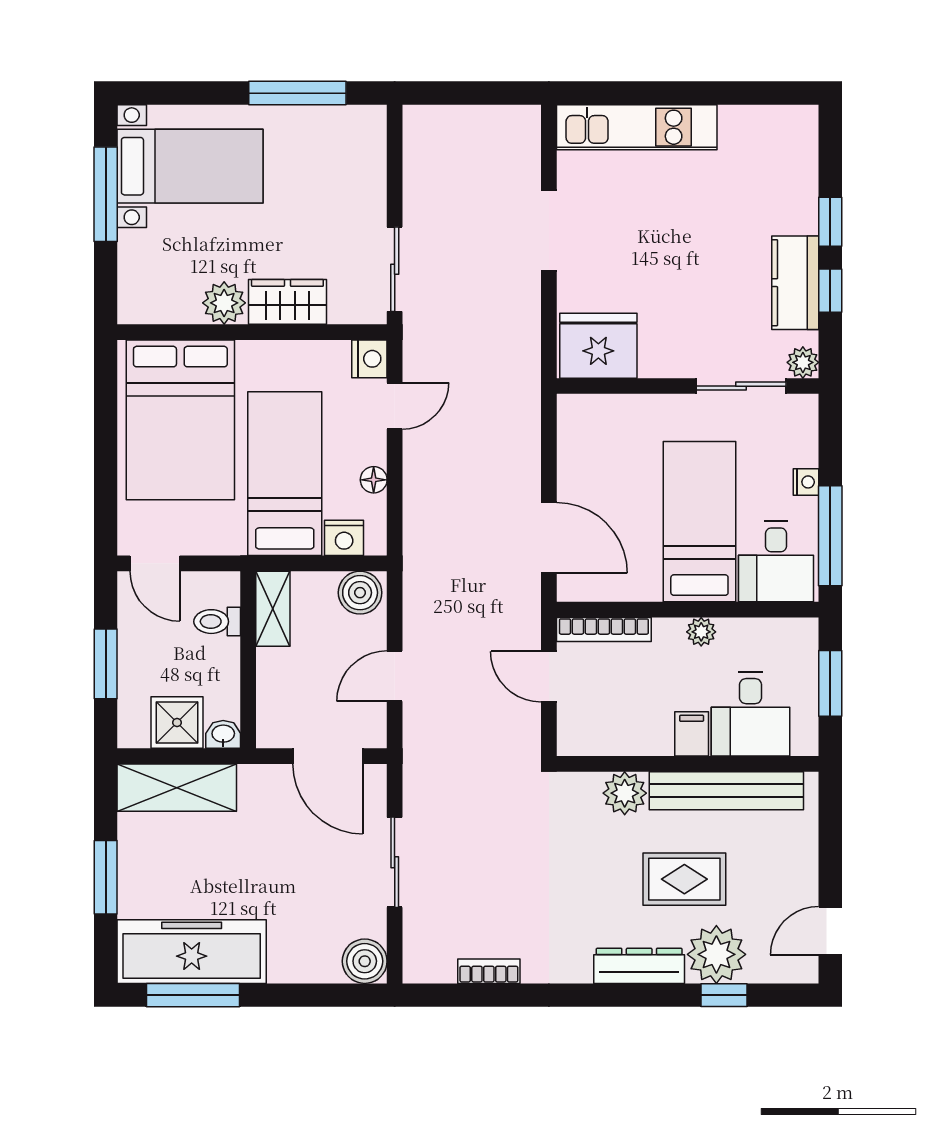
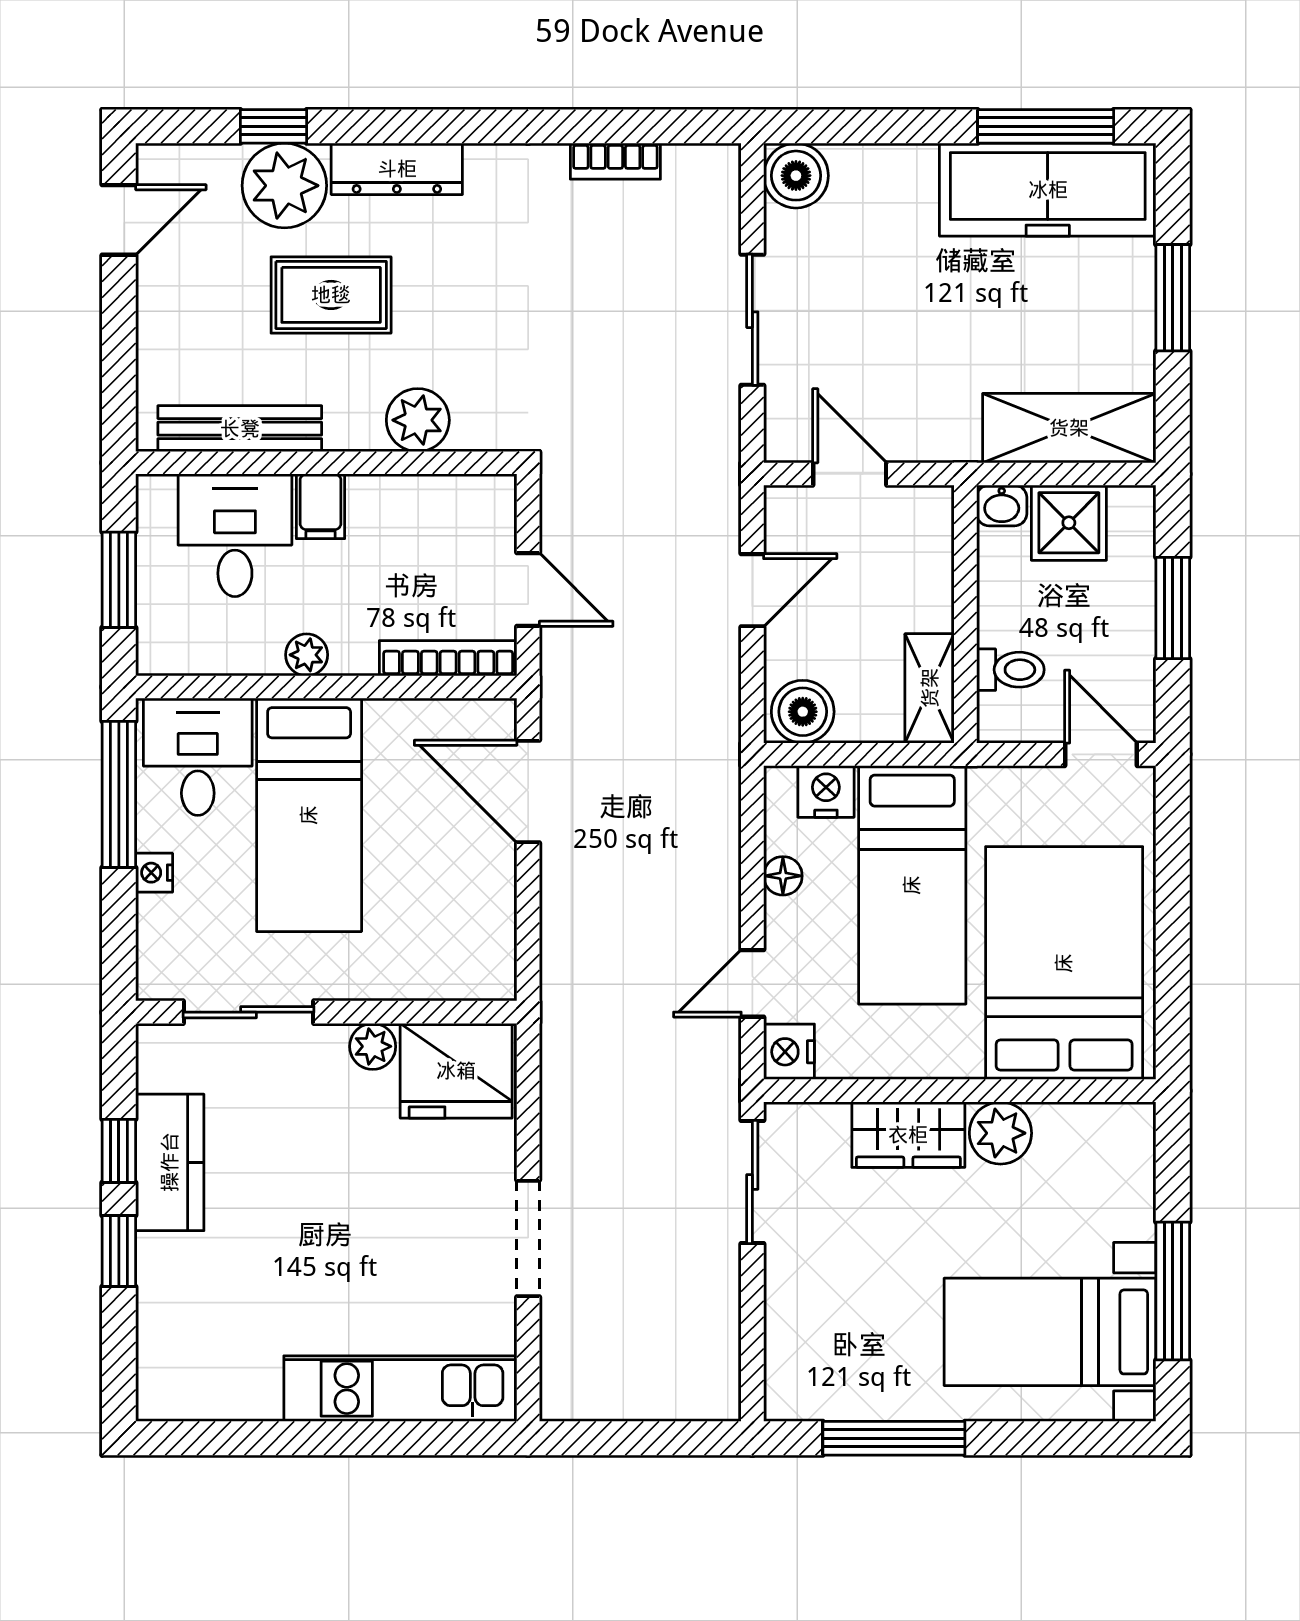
plant: (803, 362) -> (373, 1046), moved
door: (328, 756) -> (850, 474), width x0.73
bench: (726, 791) -> (240, 429), width x0.73, depth x0.82

